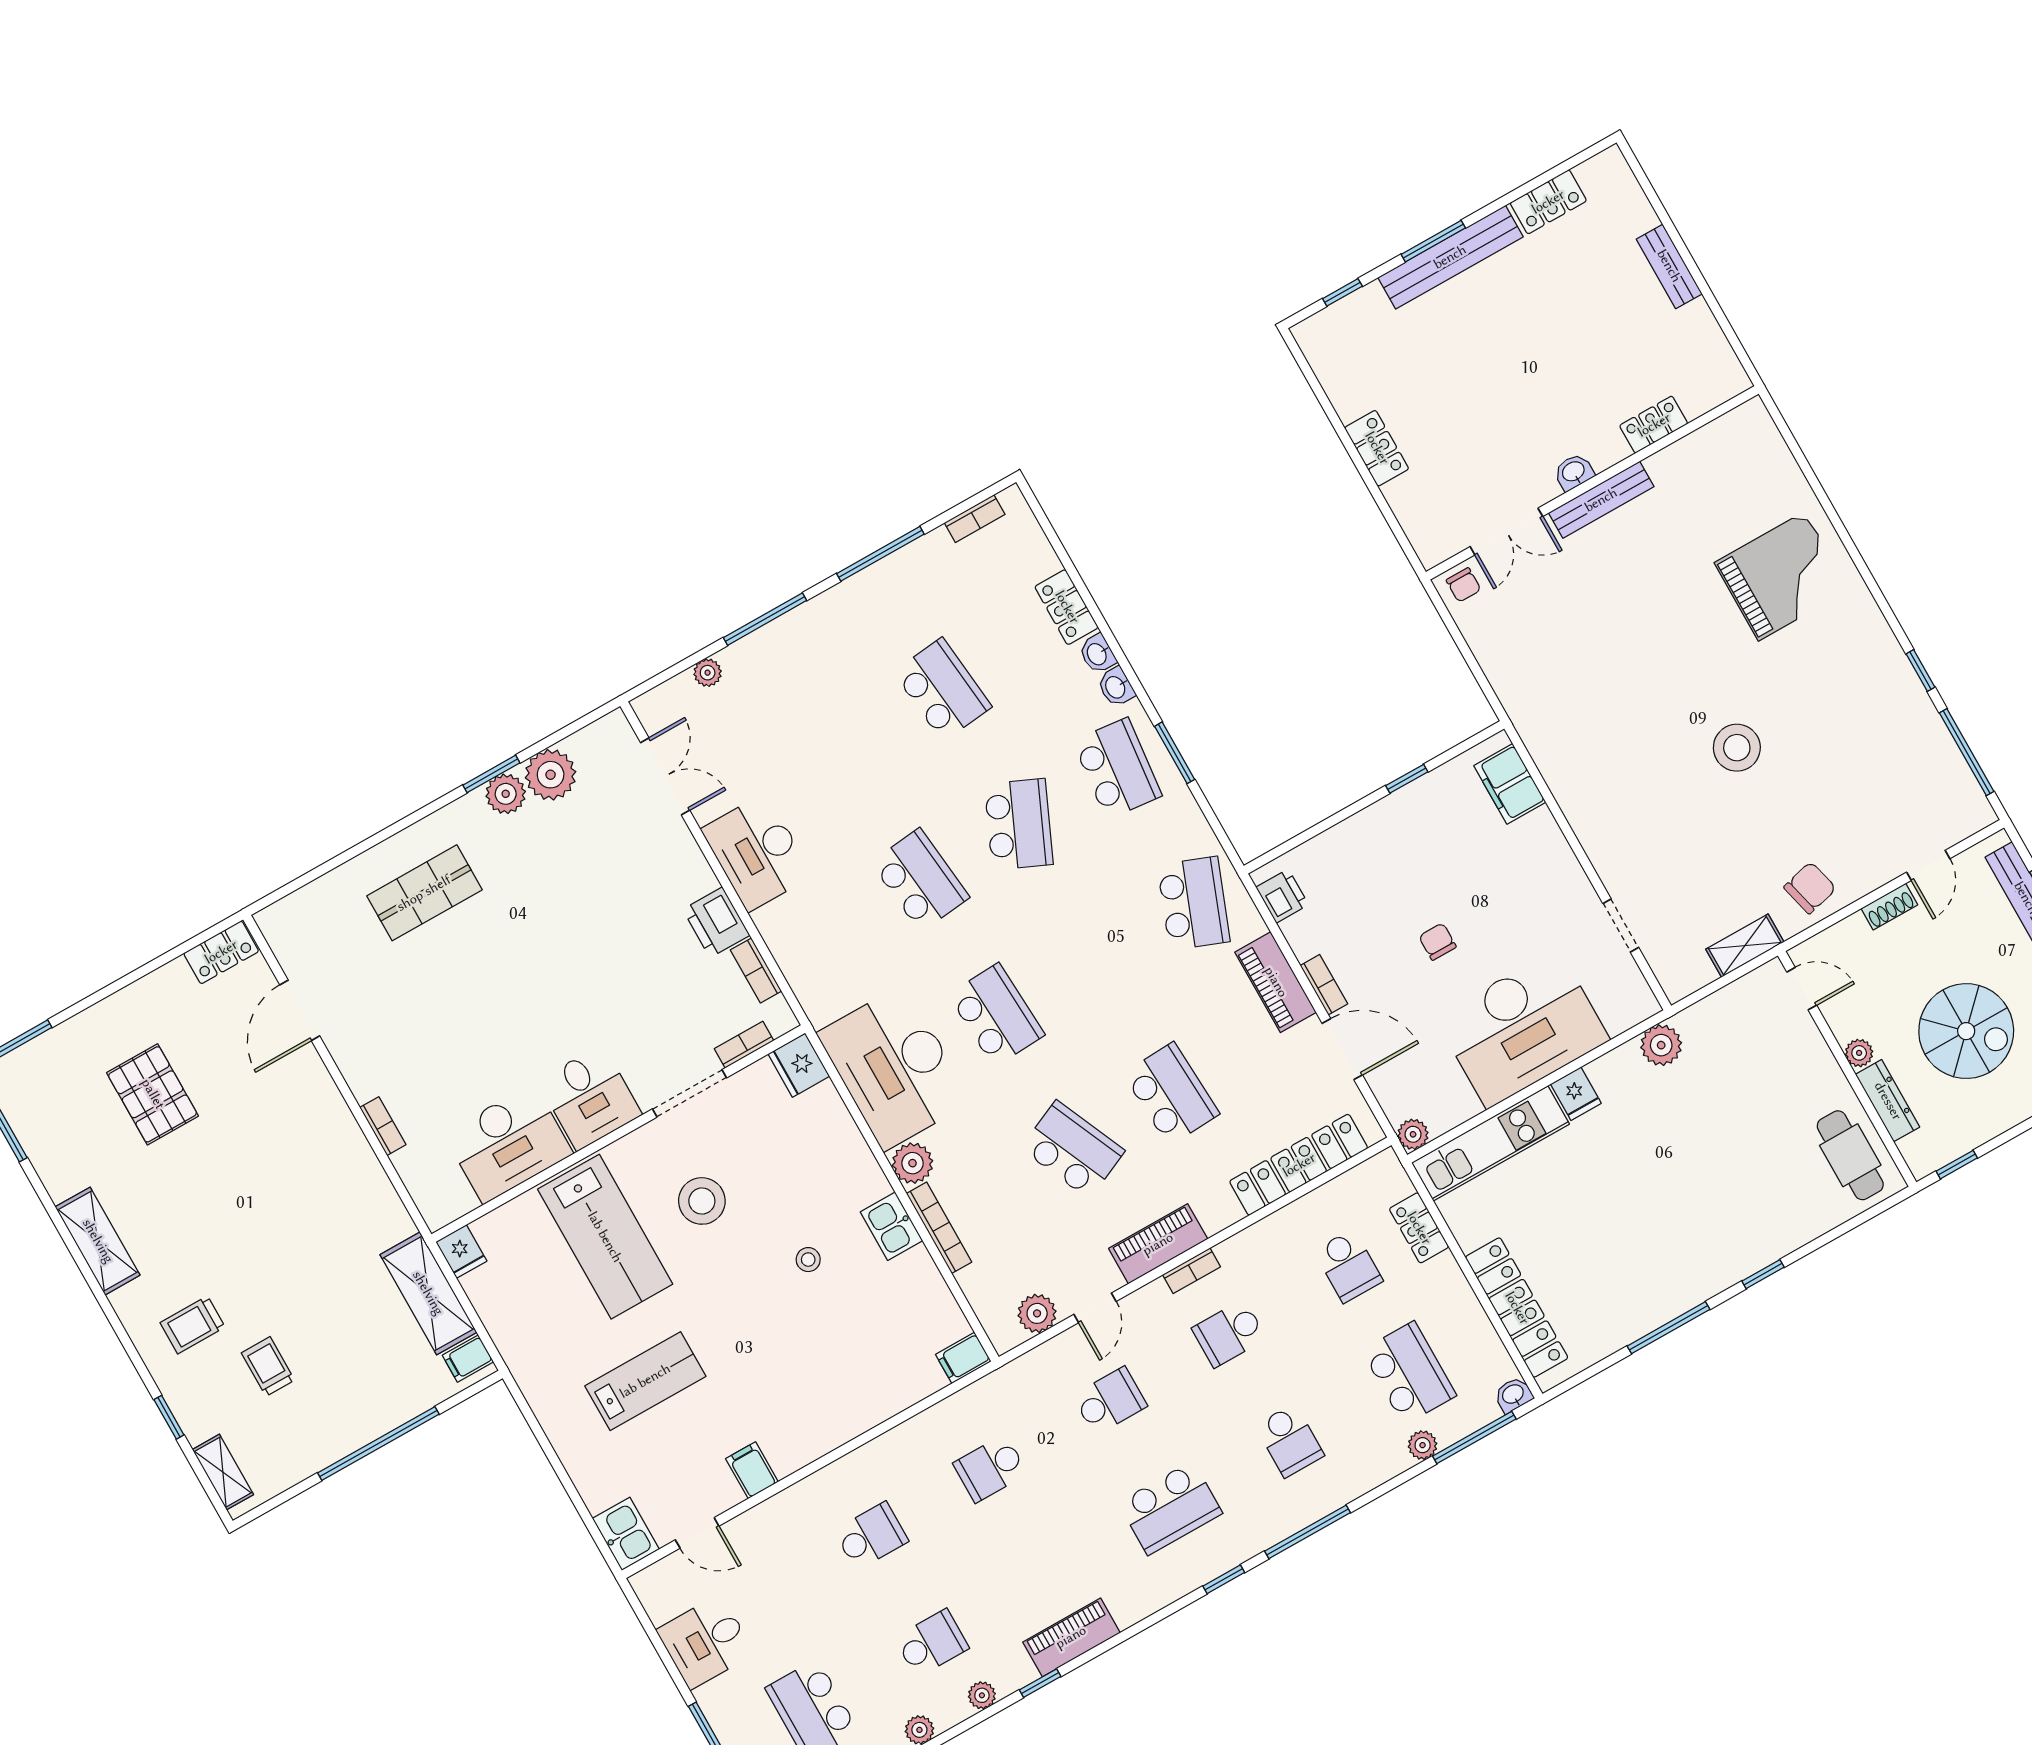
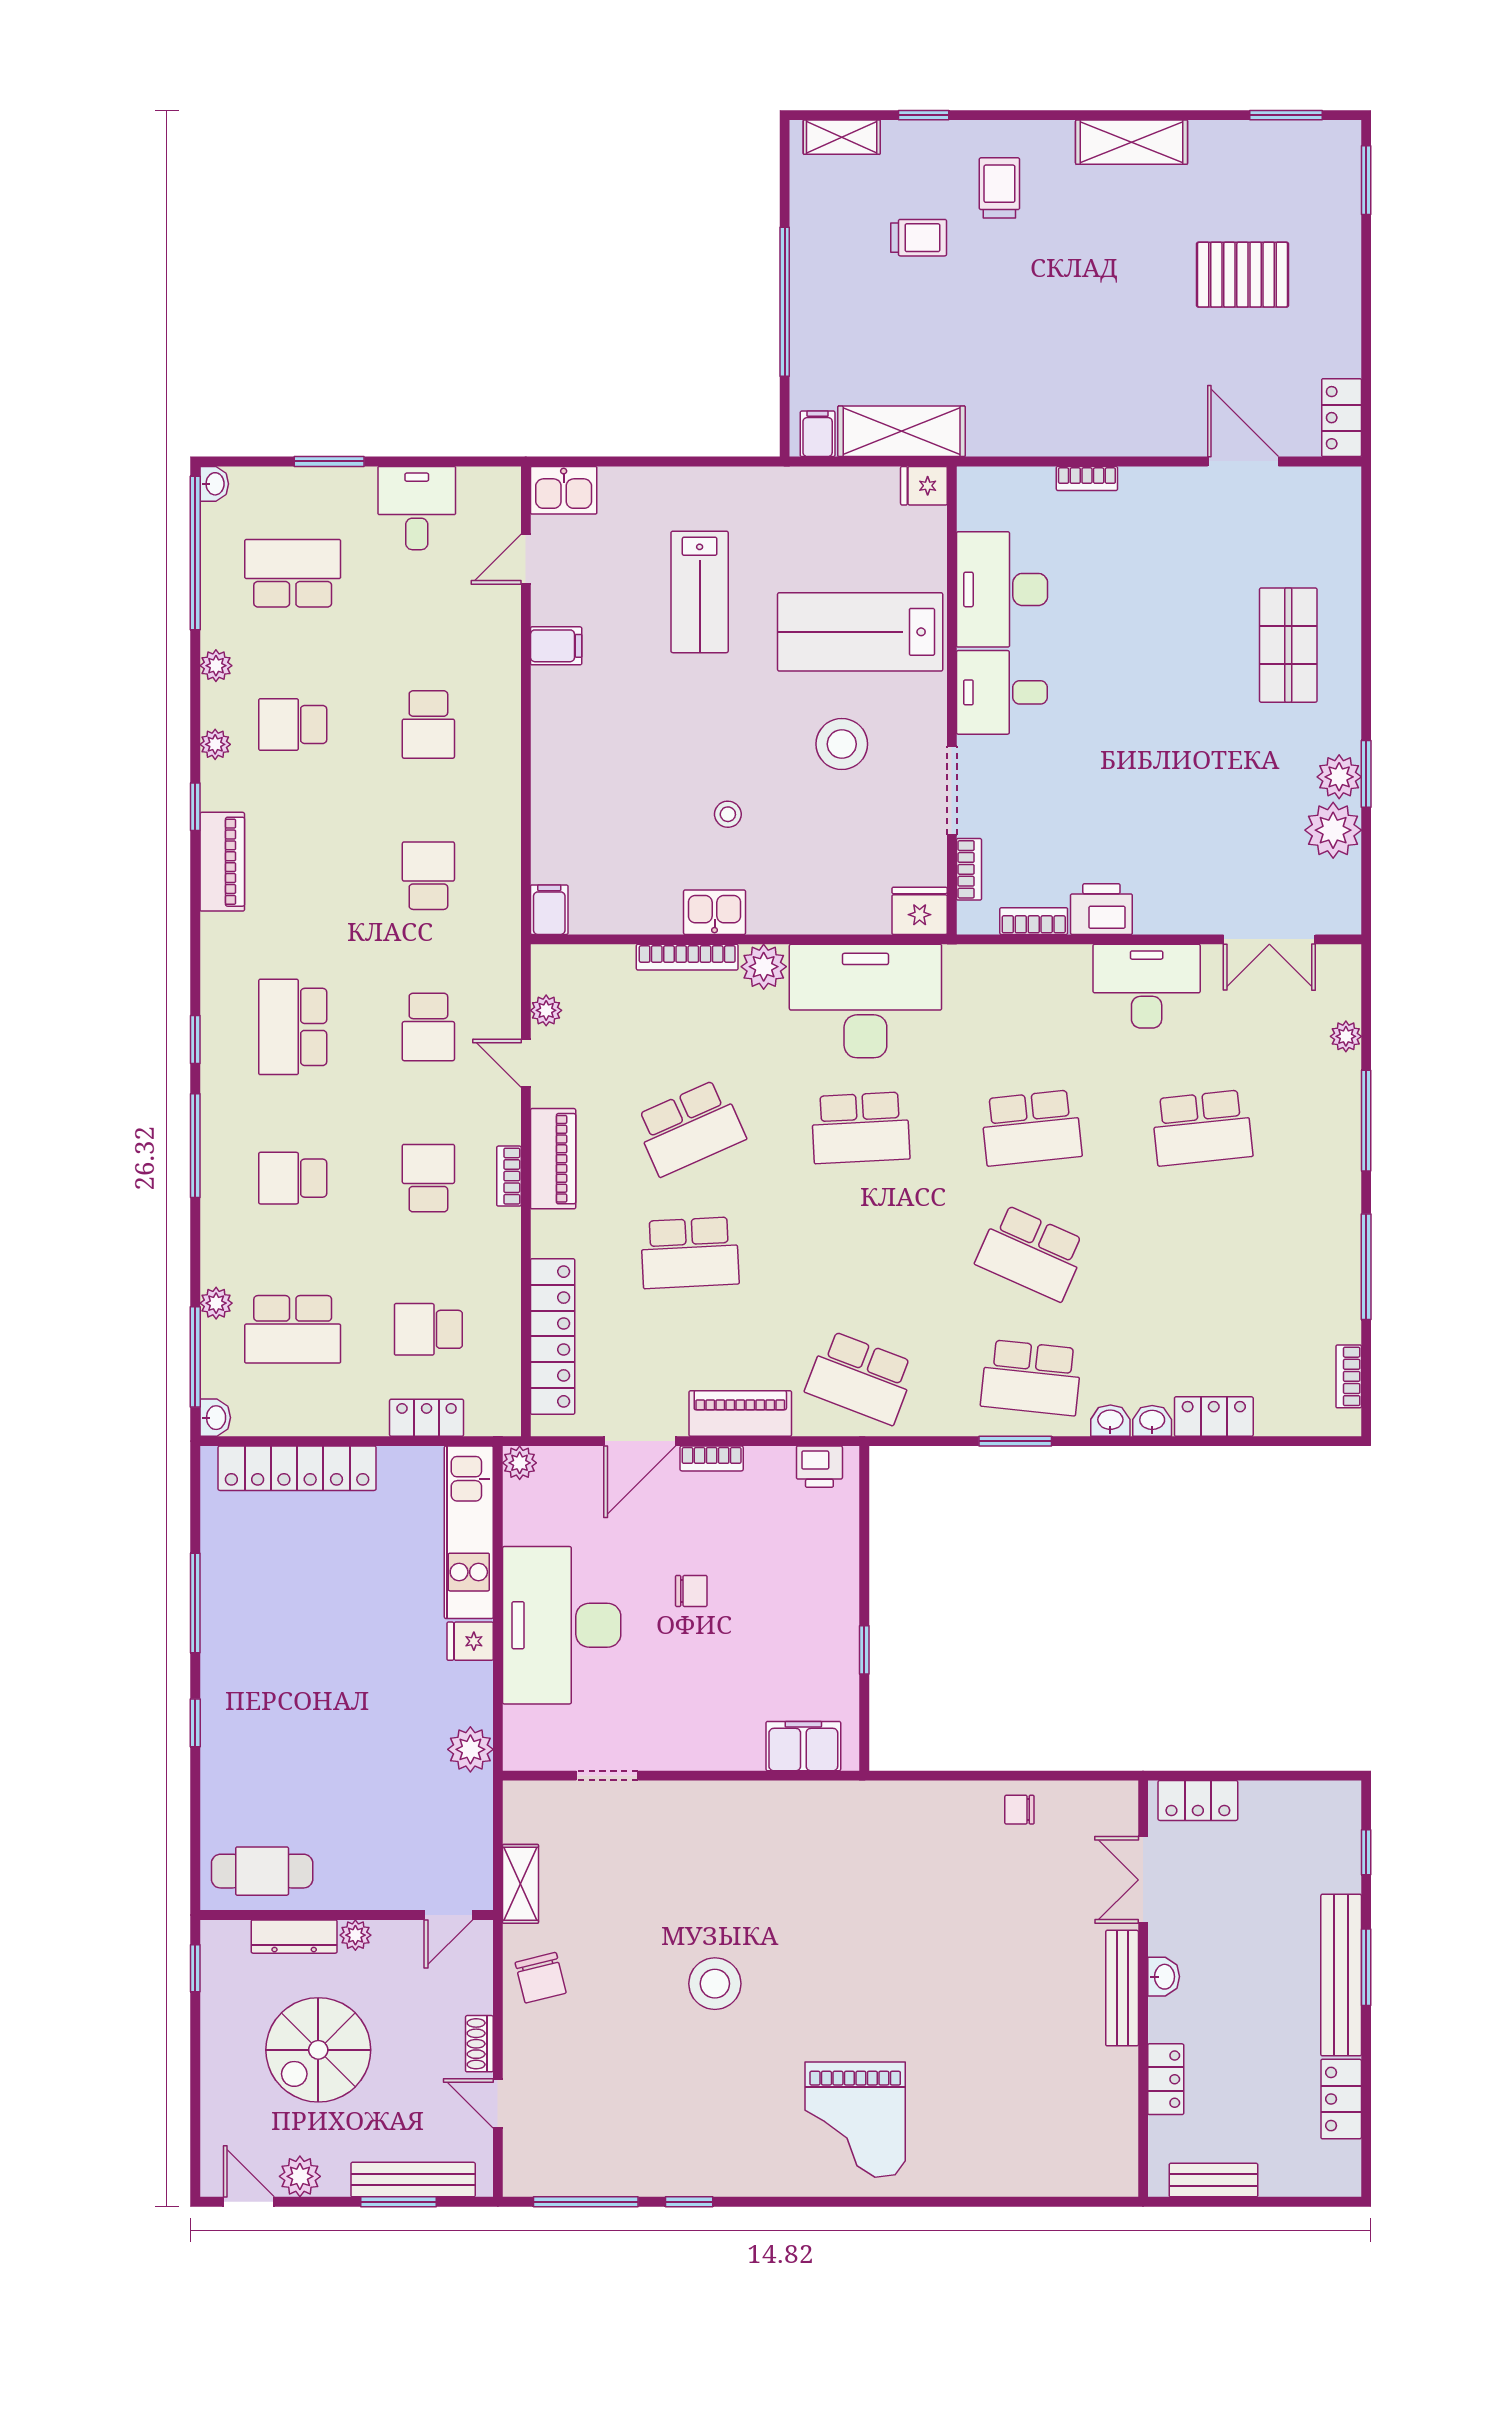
locker: (1654, 425) -> (1166, 2079), moved
washbasin: (1574, 472) -> (1164, 1977), moved
wall: (1592, 483) -> (1143, 1989), moved
bench: (1601, 500) -> (1122, 1988), moved
double door: (1506, 532) -> (1143, 1880), moved
school desk: (942, 689) -> (1202, 1128), moved
plant: (1037, 1313) -> (546, 1010), width x0.73, depth x0.73
school desk: (932, 1643) -> (293, 724), turned 90

